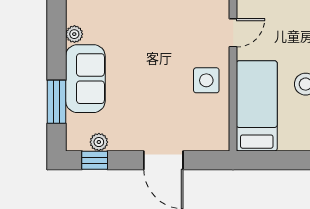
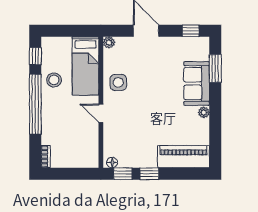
door: (233, 33) -> (101, 113), hinge flipped
plant: (99, 142) -> (109, 42), moved

